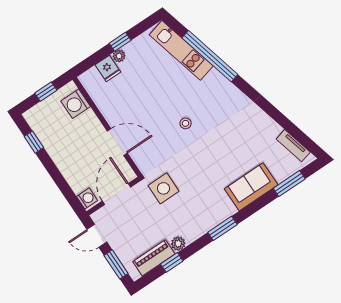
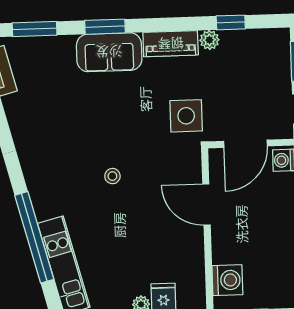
sofa: (251, 187) -> (109, 52), moved
window: (222, 228) -> (105, 27), moved
piano: (154, 258) -> (171, 44), moved

